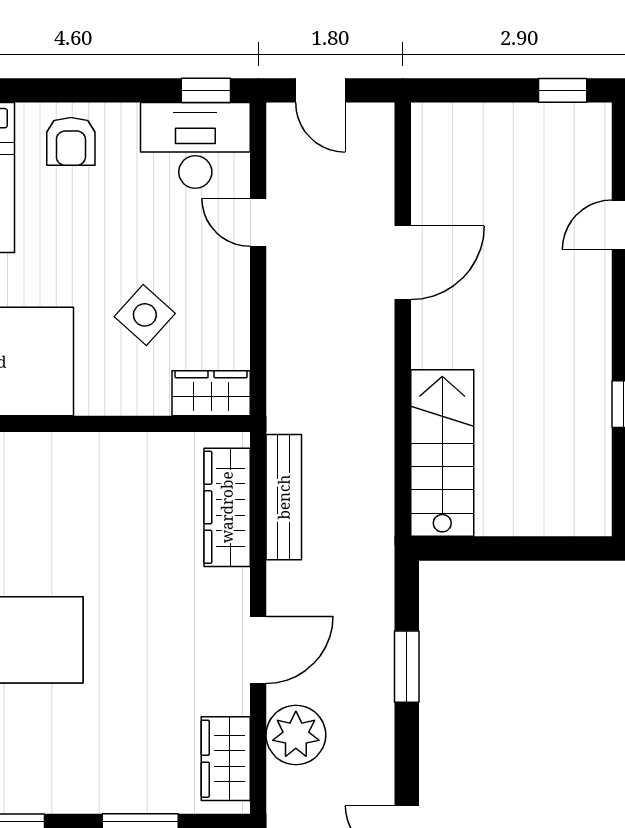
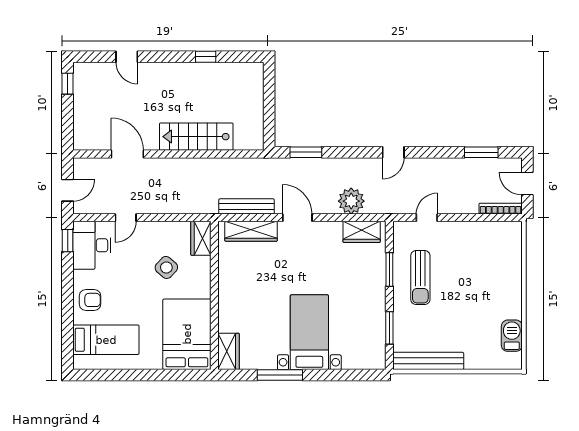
door: (403, 263) -> (127, 154), moved
stairs: (442, 453) -> (196, 137), moved
door: (258, 650) -> (297, 218), moved
window: (407, 667) -> (306, 152), moved

